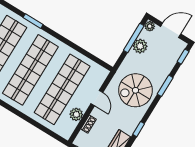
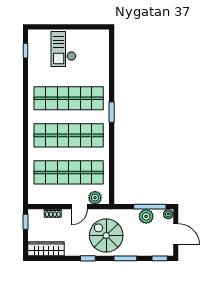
plant: (76, 114) -> (95, 198), moved
window: (139, 129) -> (88, 258), moved

